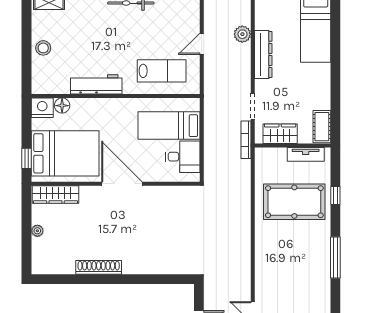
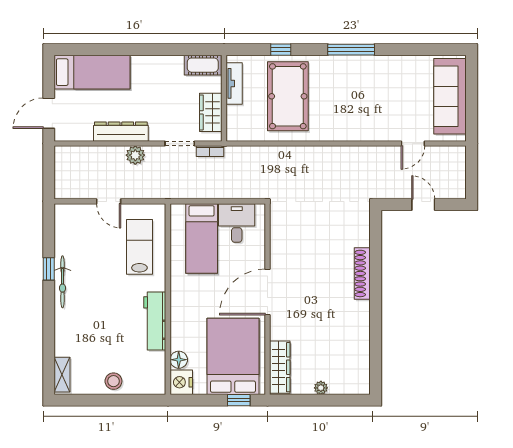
plant: (242, 34) -> (135, 155), moved
bookcase: (246, 140) -> (210, 151), width x0.64
shoe rack: (99, 267) -> (362, 273), moved

